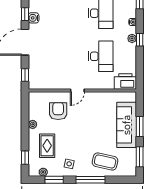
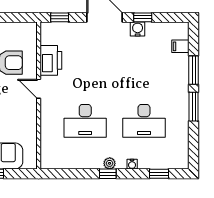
printer: (125, 81) -> (51, 60), moved

